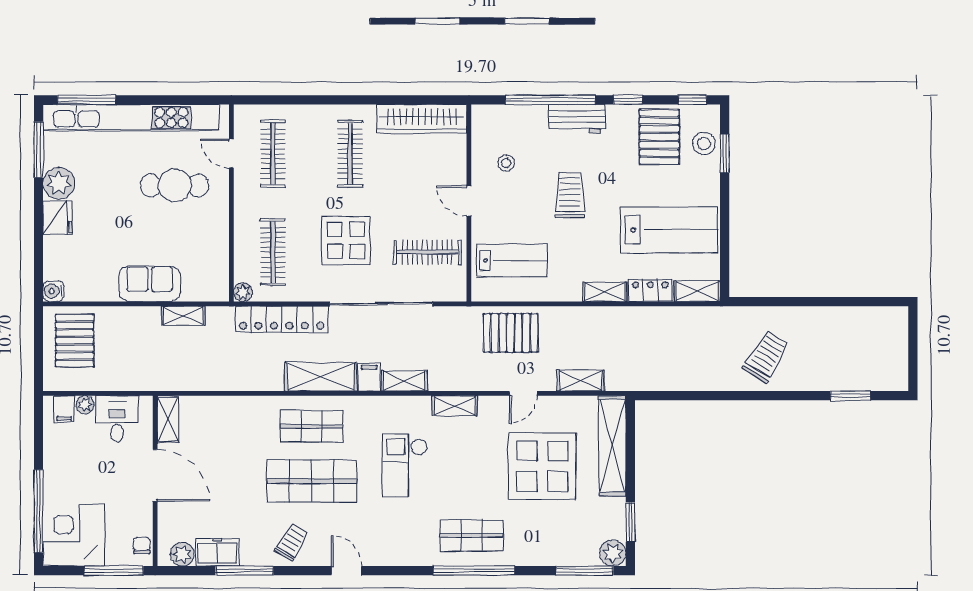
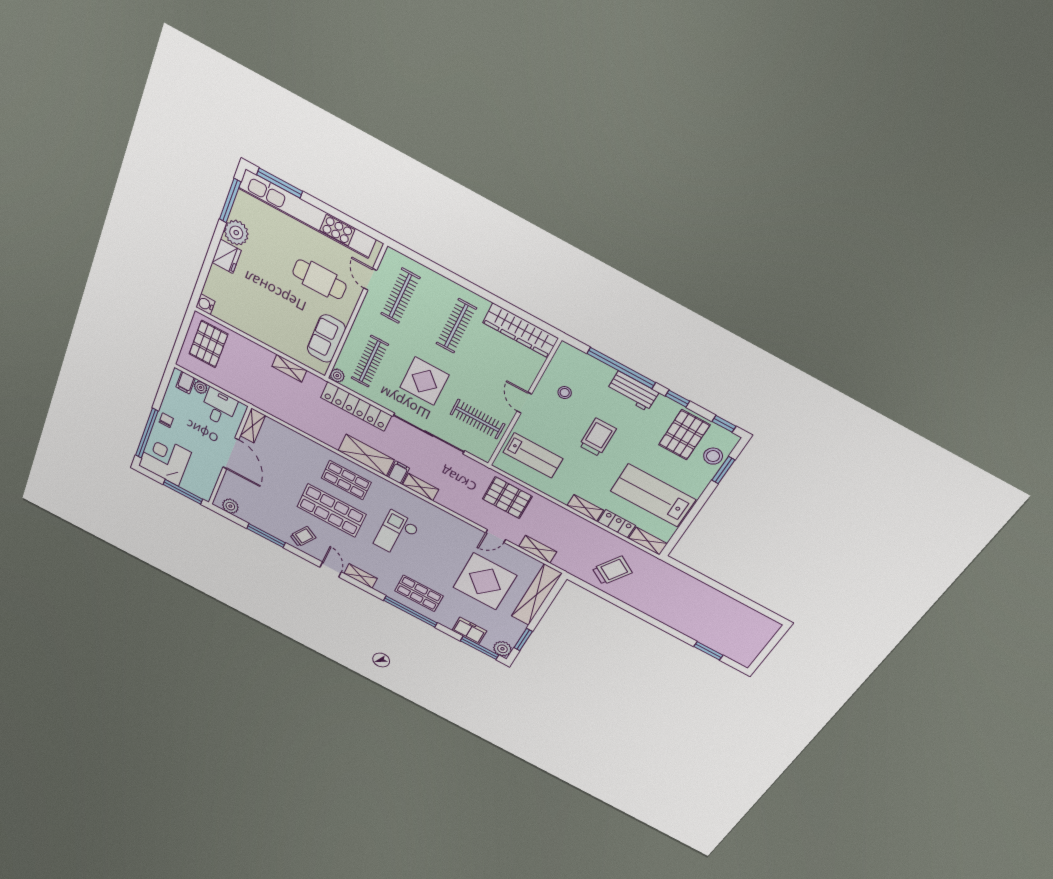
lab bench: (669, 230) -> (653, 495), turned 180
sofa: (150, 284) -> (326, 339), moved, turned -90
trolley: (766, 357) -> (612, 570), moved
shelving: (455, 406) -> (361, 576), moved
chair: (142, 545) -> (166, 420), moved
freezer: (217, 552) -> (469, 631), moved

